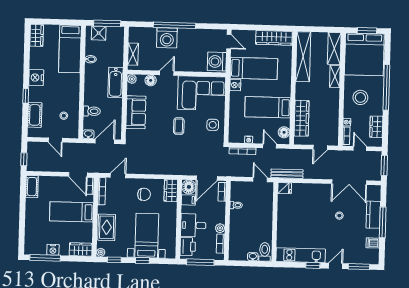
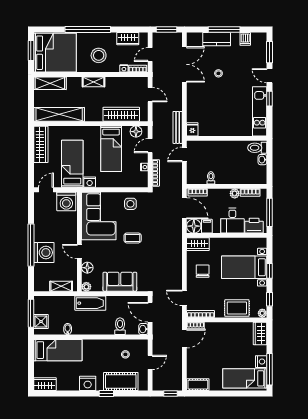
shelving: (335, 76) -> (93, 82), moved
cot: (35, 115) -> (121, 381), width x1.37, depth x1.34
bed: (71, 212) -> (245, 378), moved, turned 90

